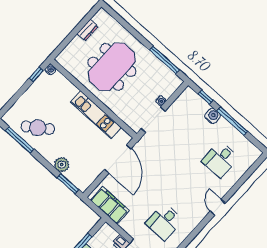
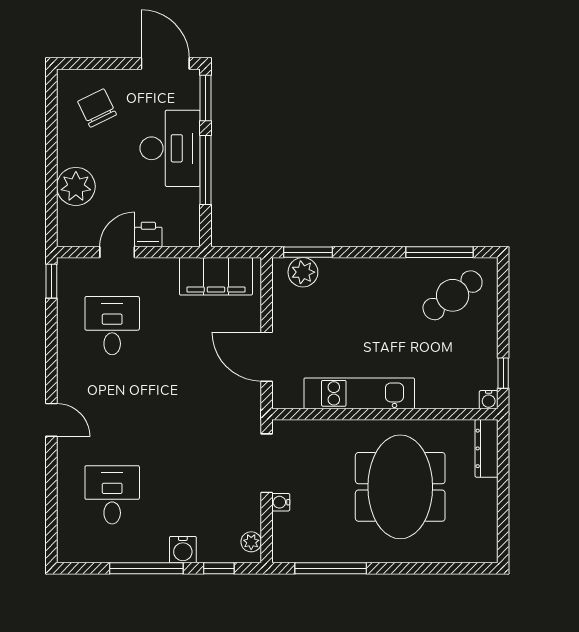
dresser: (88, 30) -> (486, 448), moved, width x1.44
plant: (185, 96) -> (251, 542), added
cafe table: (38, 128) -> (453, 295), moved
door: (118, 159) -> (267, 357), width x0.73
plant: (62, 165) -> (303, 272), moved

